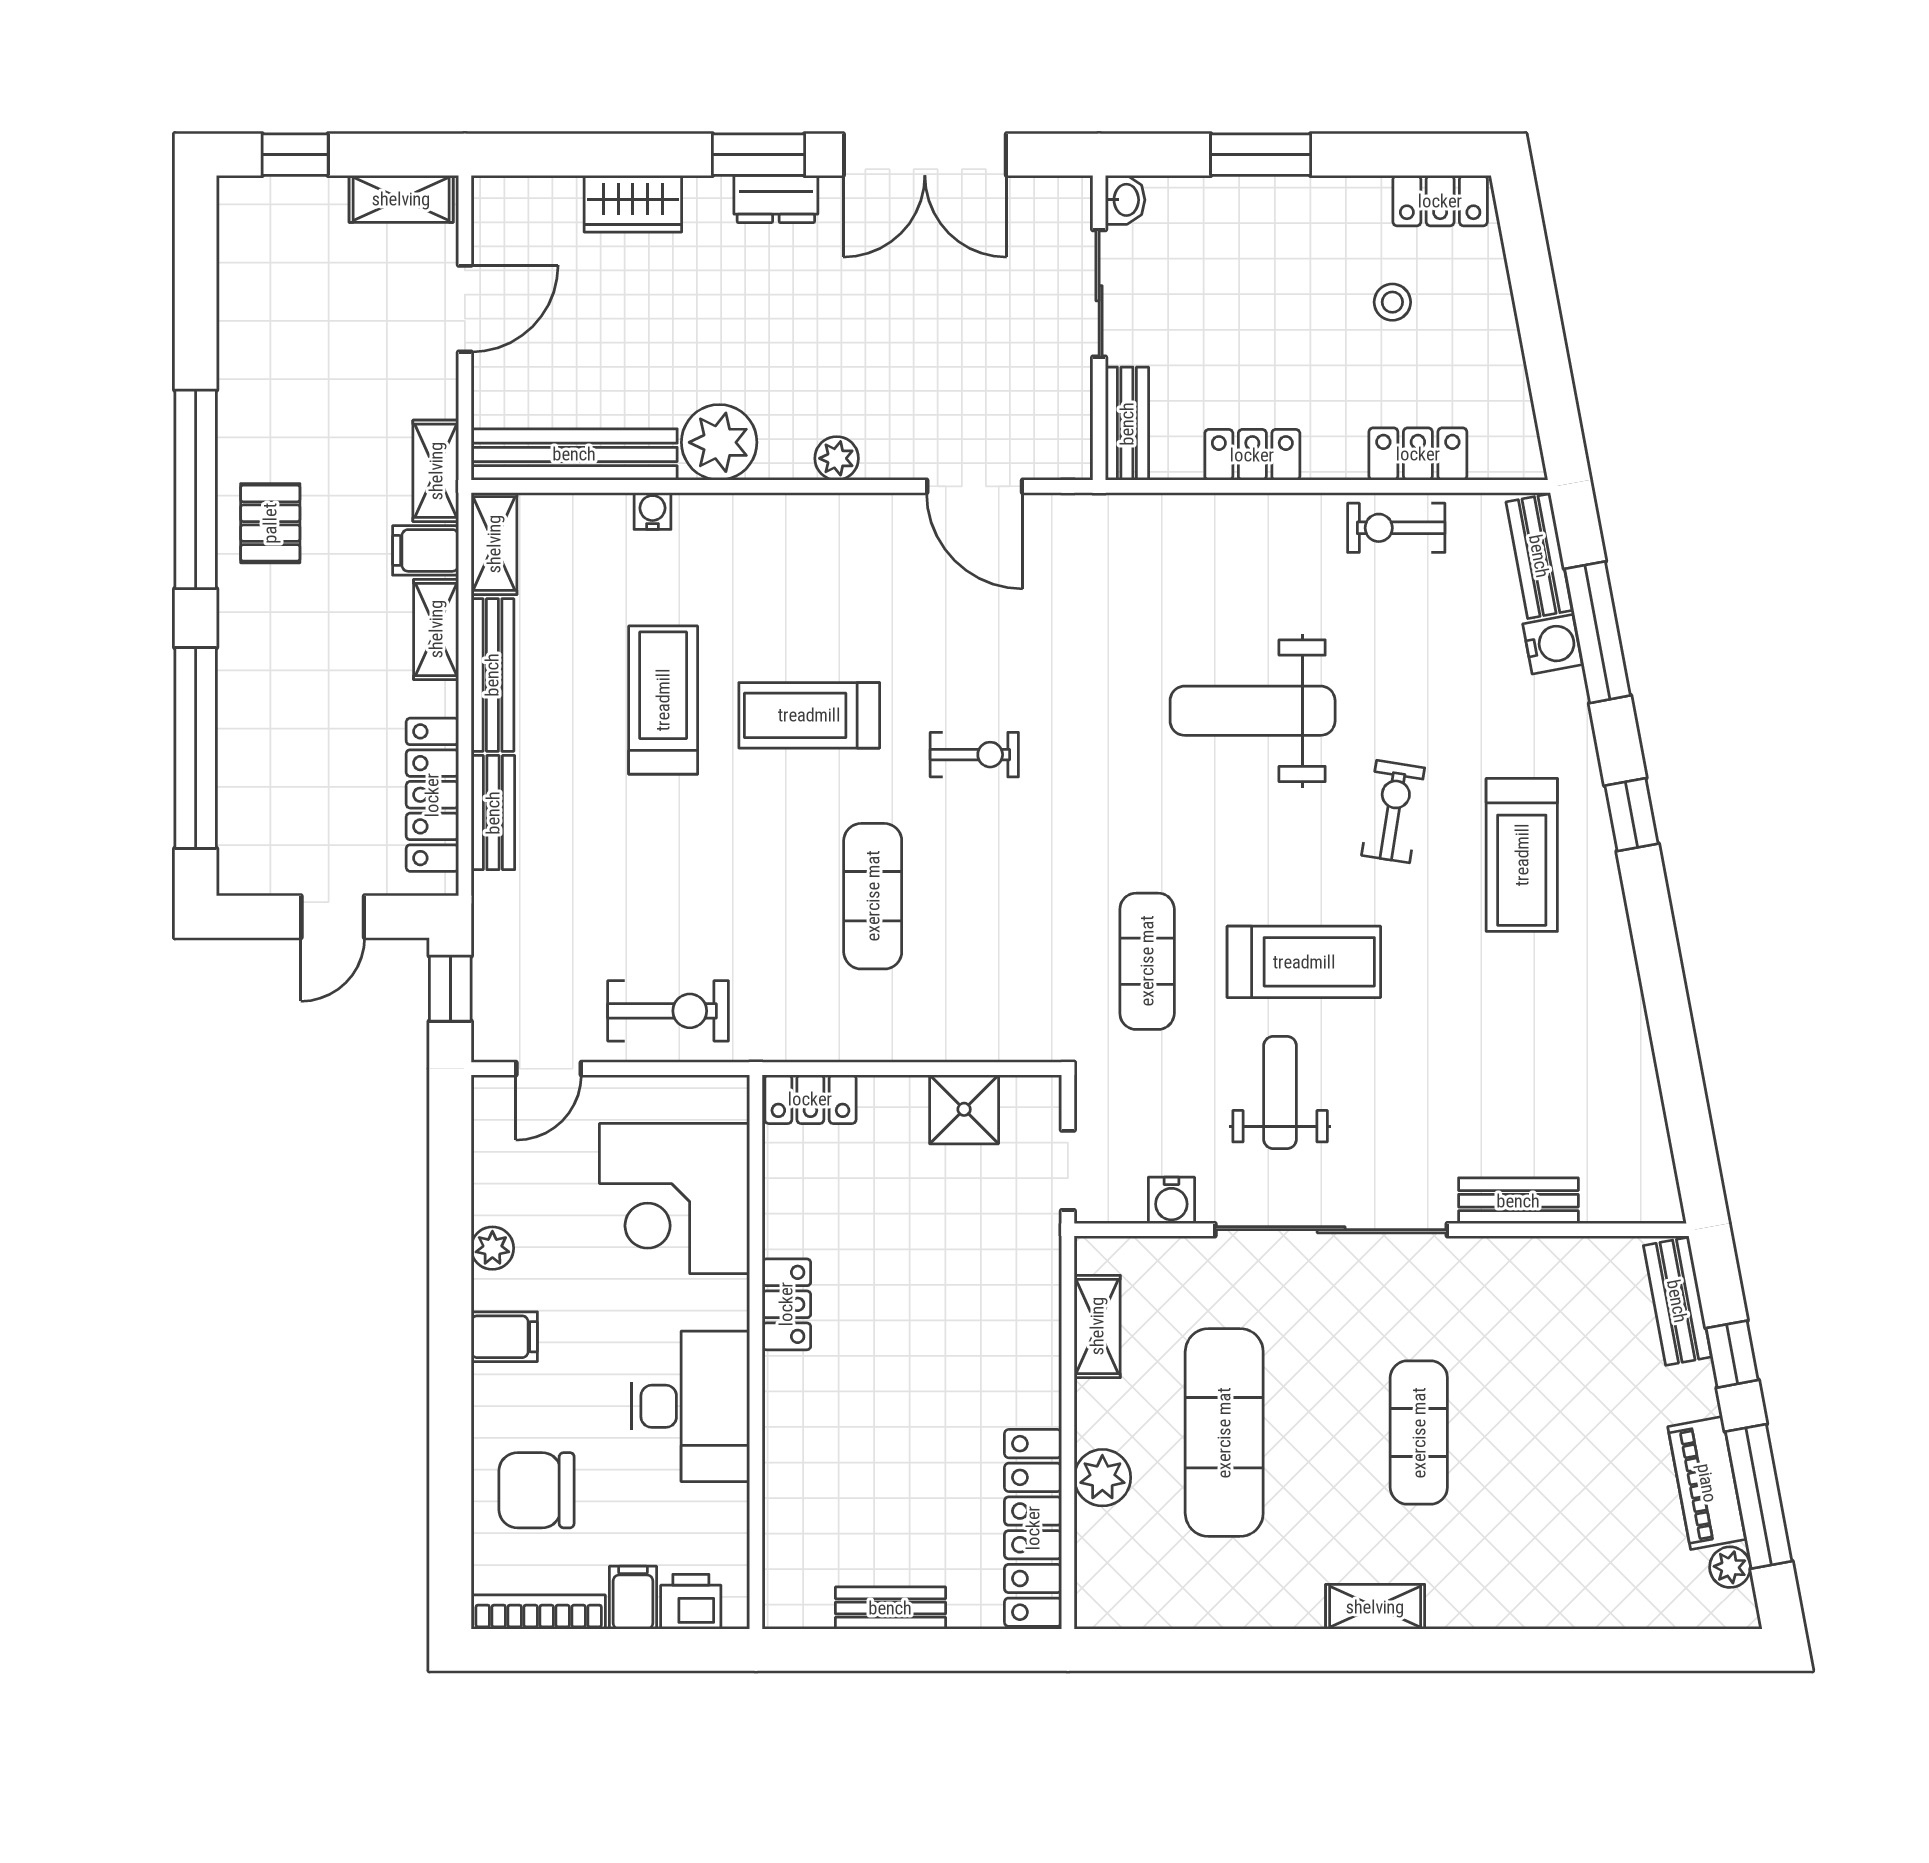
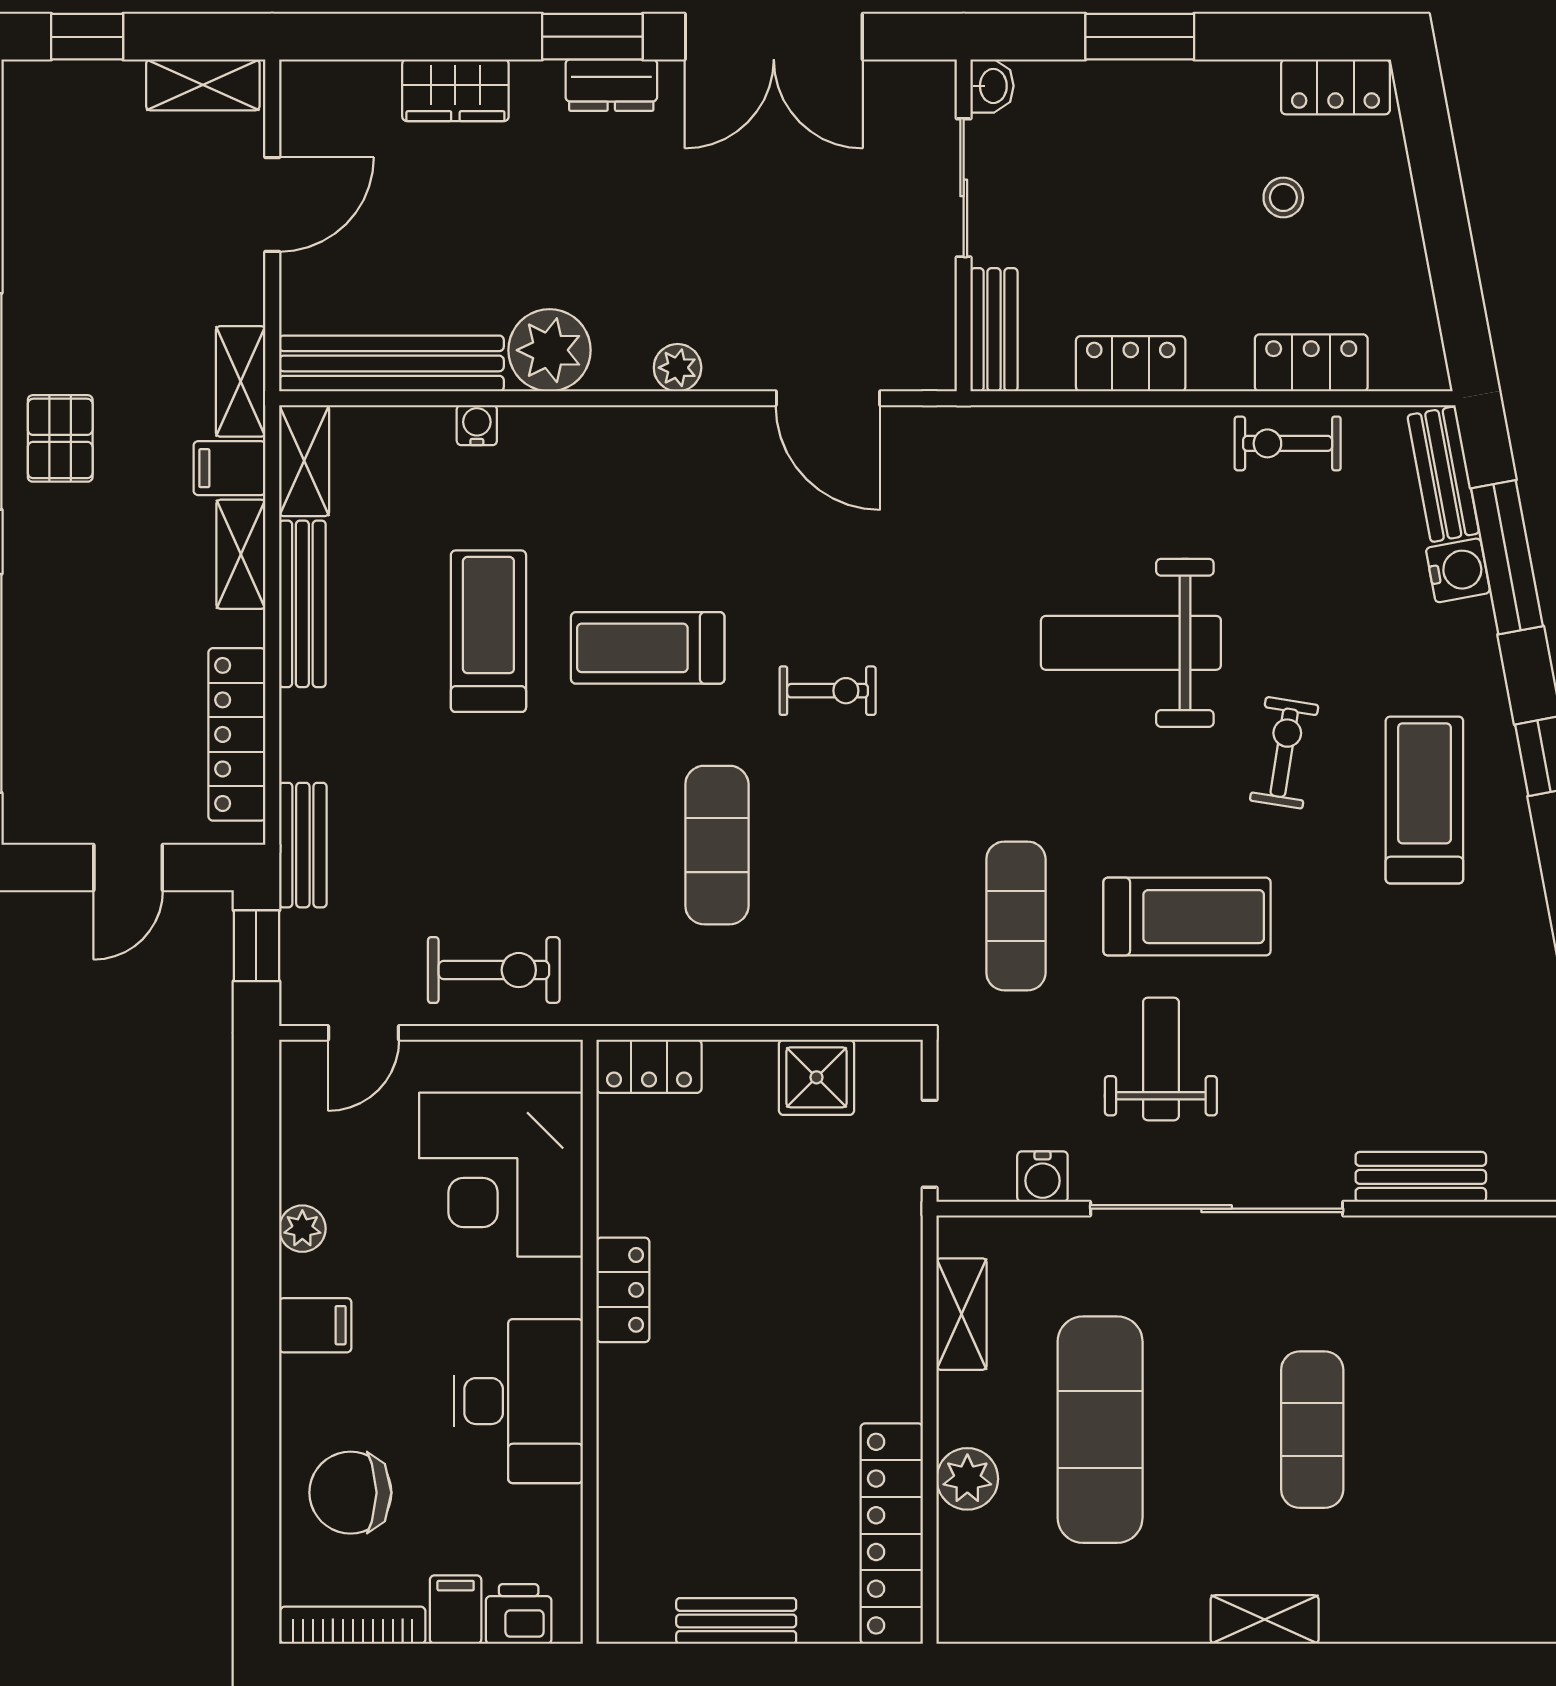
bench: (493, 813) -> (303, 845), moved
treadmill: (1522, 855) -> (1424, 800), turned 180

